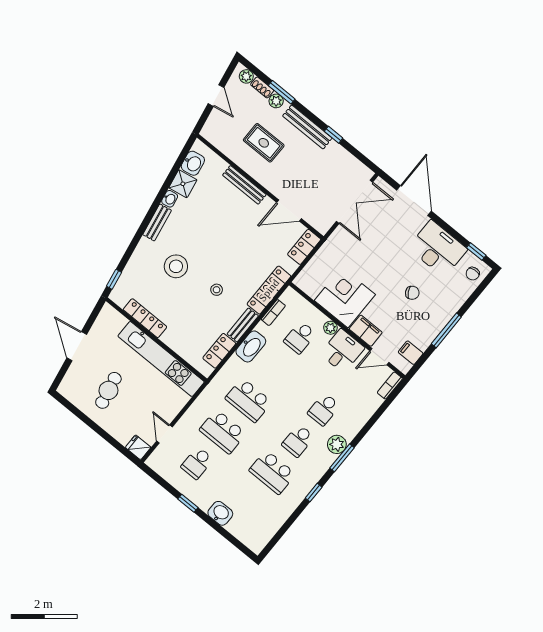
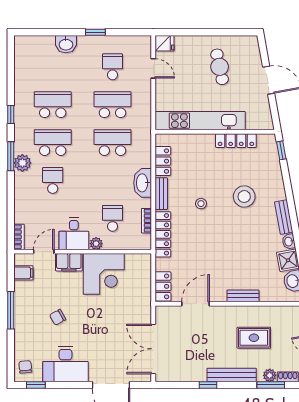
bench: (244, 185) -> (243, 296), width x0.73
school desk: (298, 441) -> (53, 143), width x1.85

